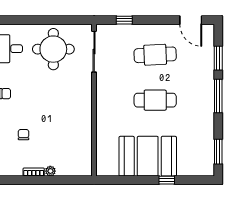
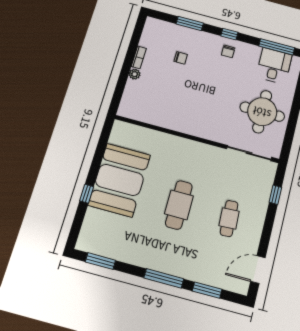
cafe table: (155, 55) -> (229, 218), width x0.73, depth x0.74

